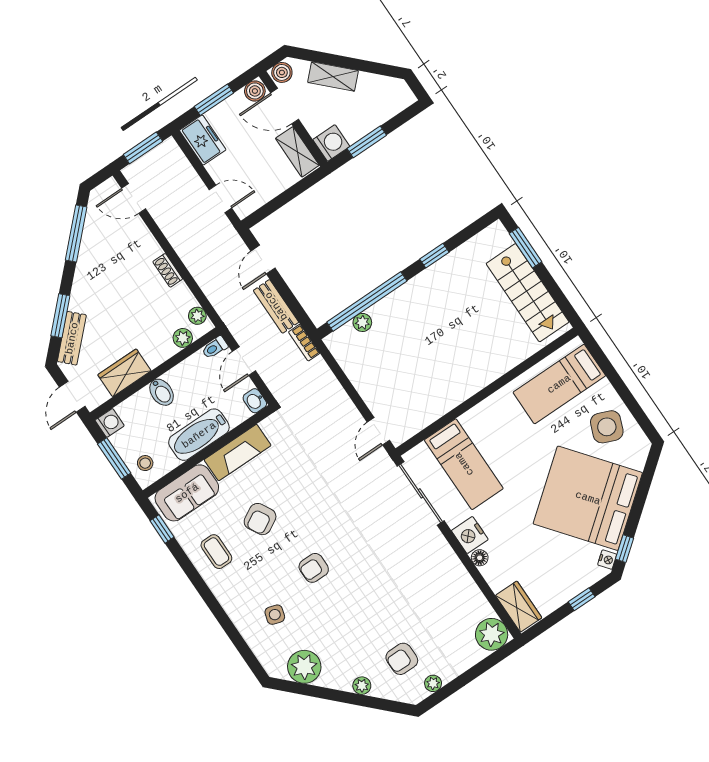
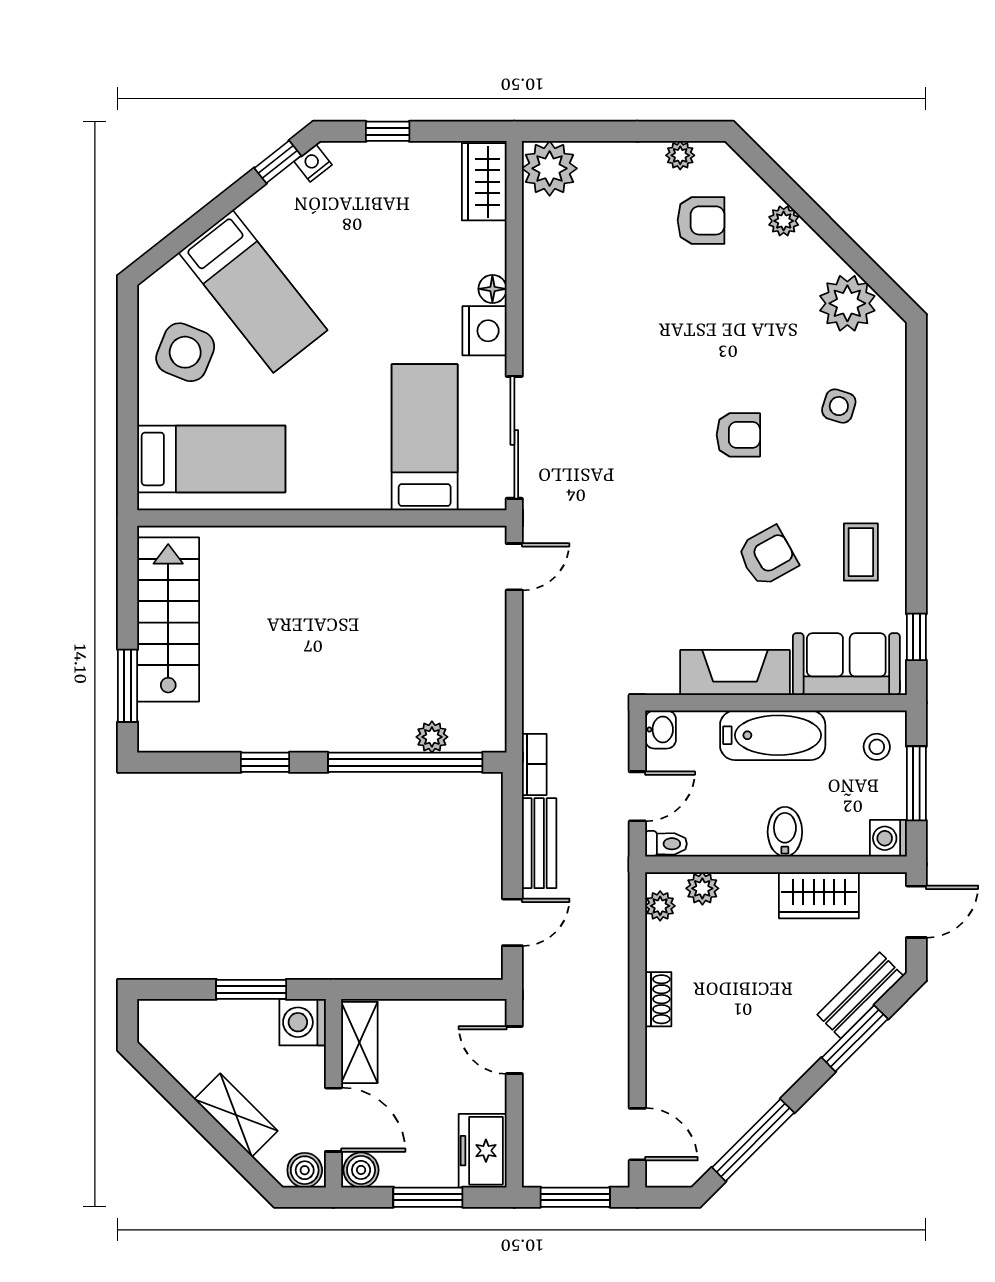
bed: (588, 498) -> (253, 291), width x0.49

